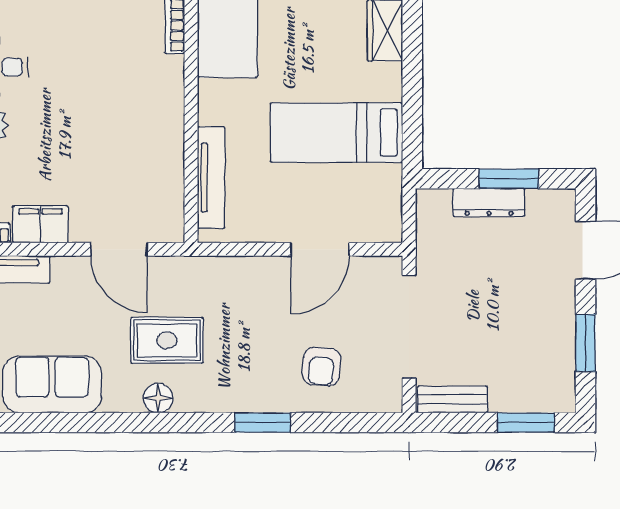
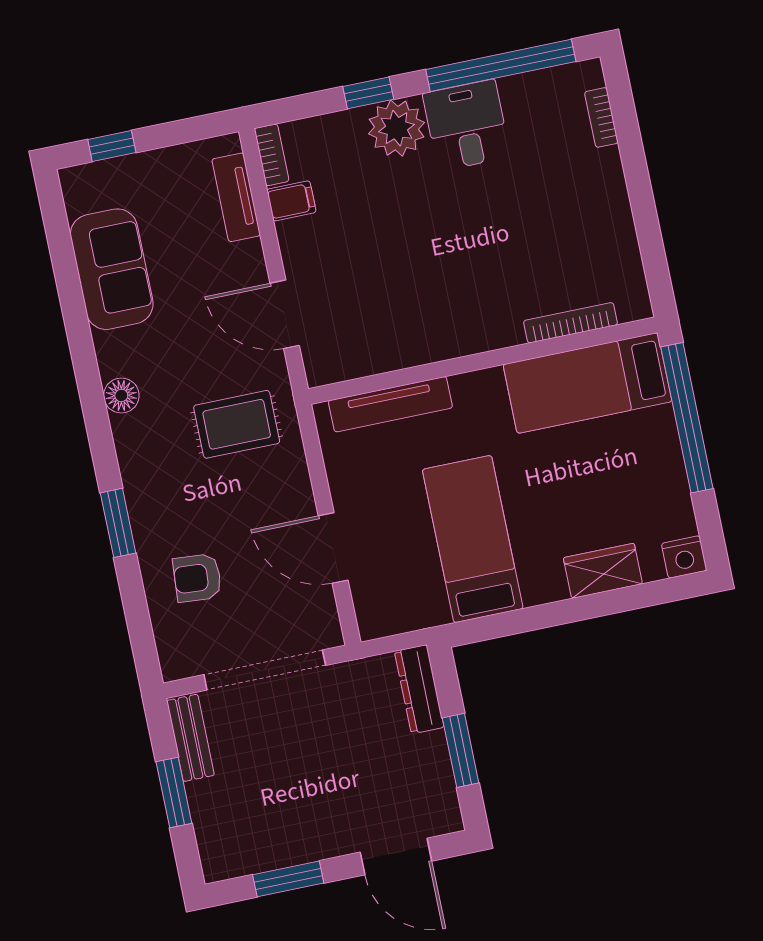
dresser: (489, 202) -> (419, 689), moved
filing cabinet: (40, 224) -> (291, 201), width x0.50
door: (119, 249) -> (285, 314), hinge flipped
rug: (167, 340) -> (237, 424), moved, turned 90
window: (526, 423) -> (174, 792), moved

